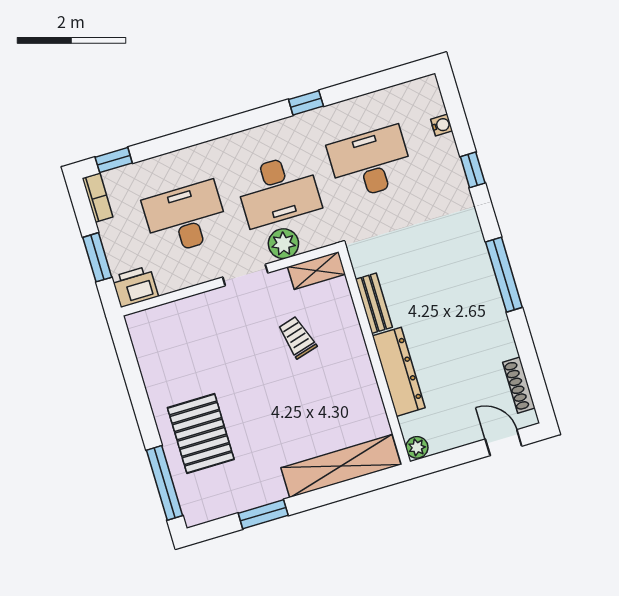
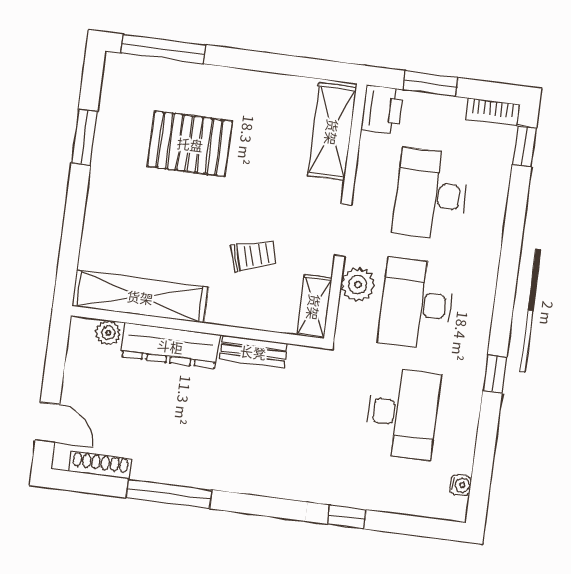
water cooler: (442, 125) -> (461, 485), moved, turned -90
desk: (186, 218) -> (430, 194), turned 180
window: (504, 275) -> (169, 494), moved
shelving: (170, 319) -> (332, 132), added
pallet: (201, 434) -> (190, 144), moved
door: (504, 443) -> (47, 422), hinge flipped
plant: (417, 447) -> (108, 333), moved
shelving: (341, 466) -> (140, 297), moved, turned 90

